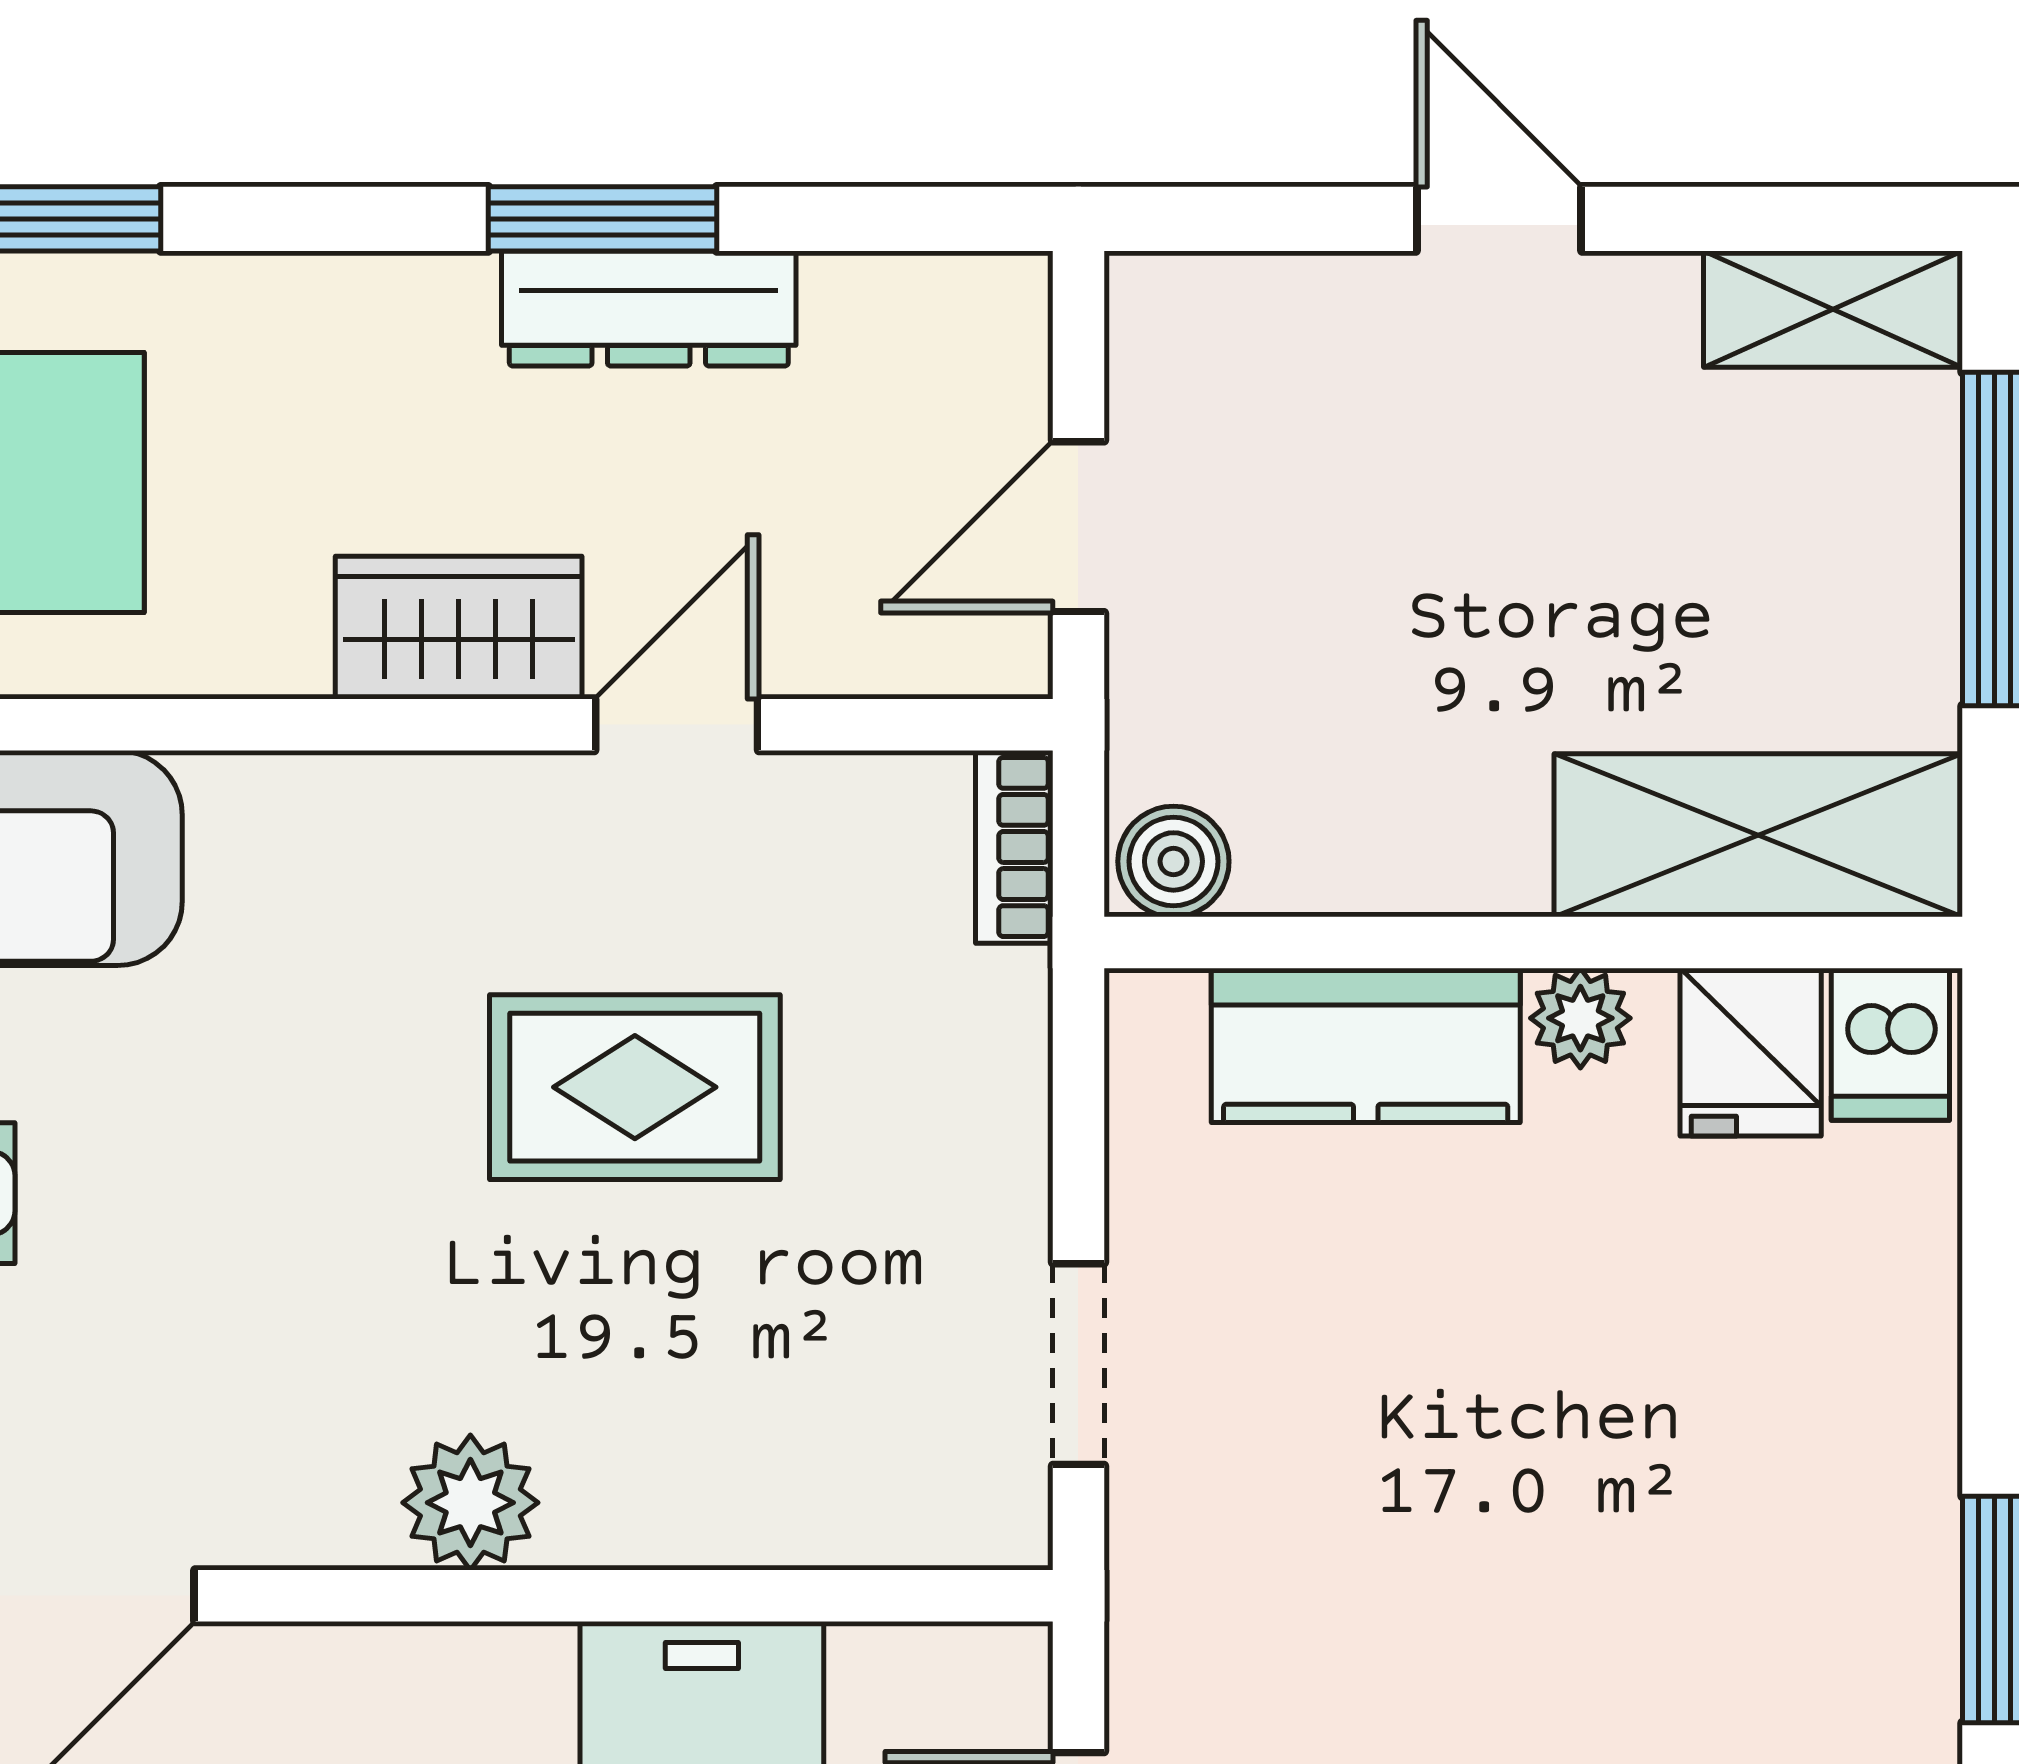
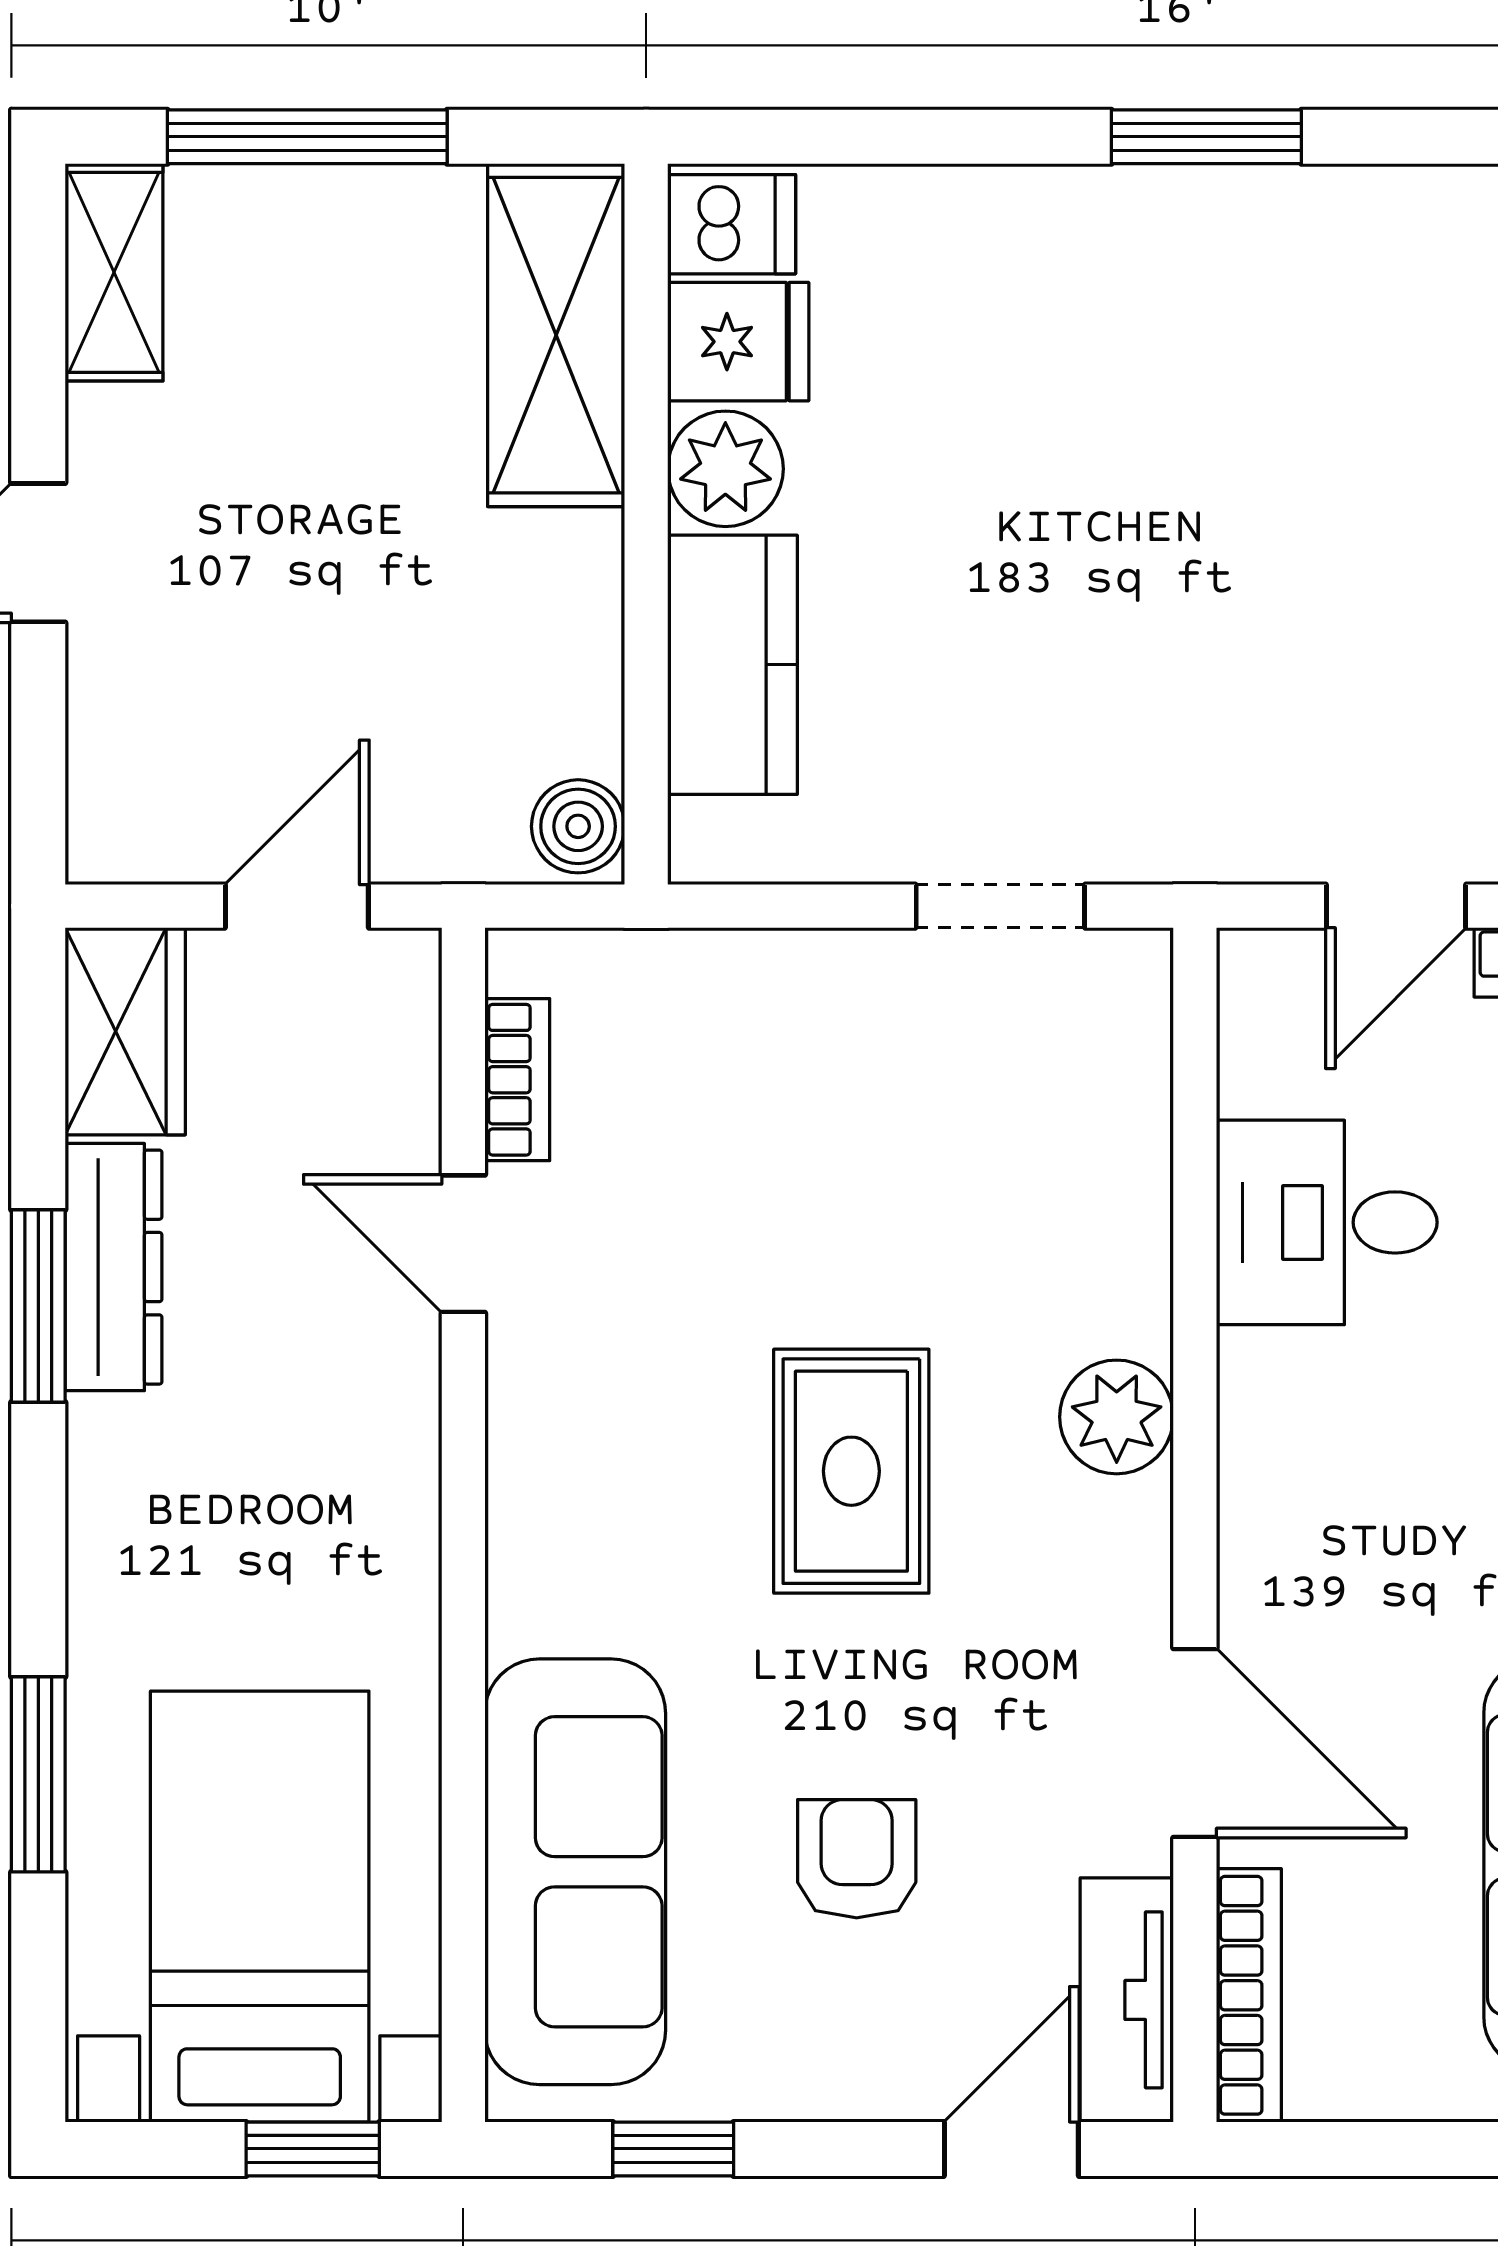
door: (1078, 527) -> (297, 906), swing flipped
wardrobe: (459, 628) -> (125, 1031), moved, turned 180
bookcase: (1014, 847) -> (517, 1080), moved, turned -90
plant: (1580, 1018) -> (725, 469), width x1.38, depth x1.38
rug: (635, 1087) -> (851, 1471), moved

